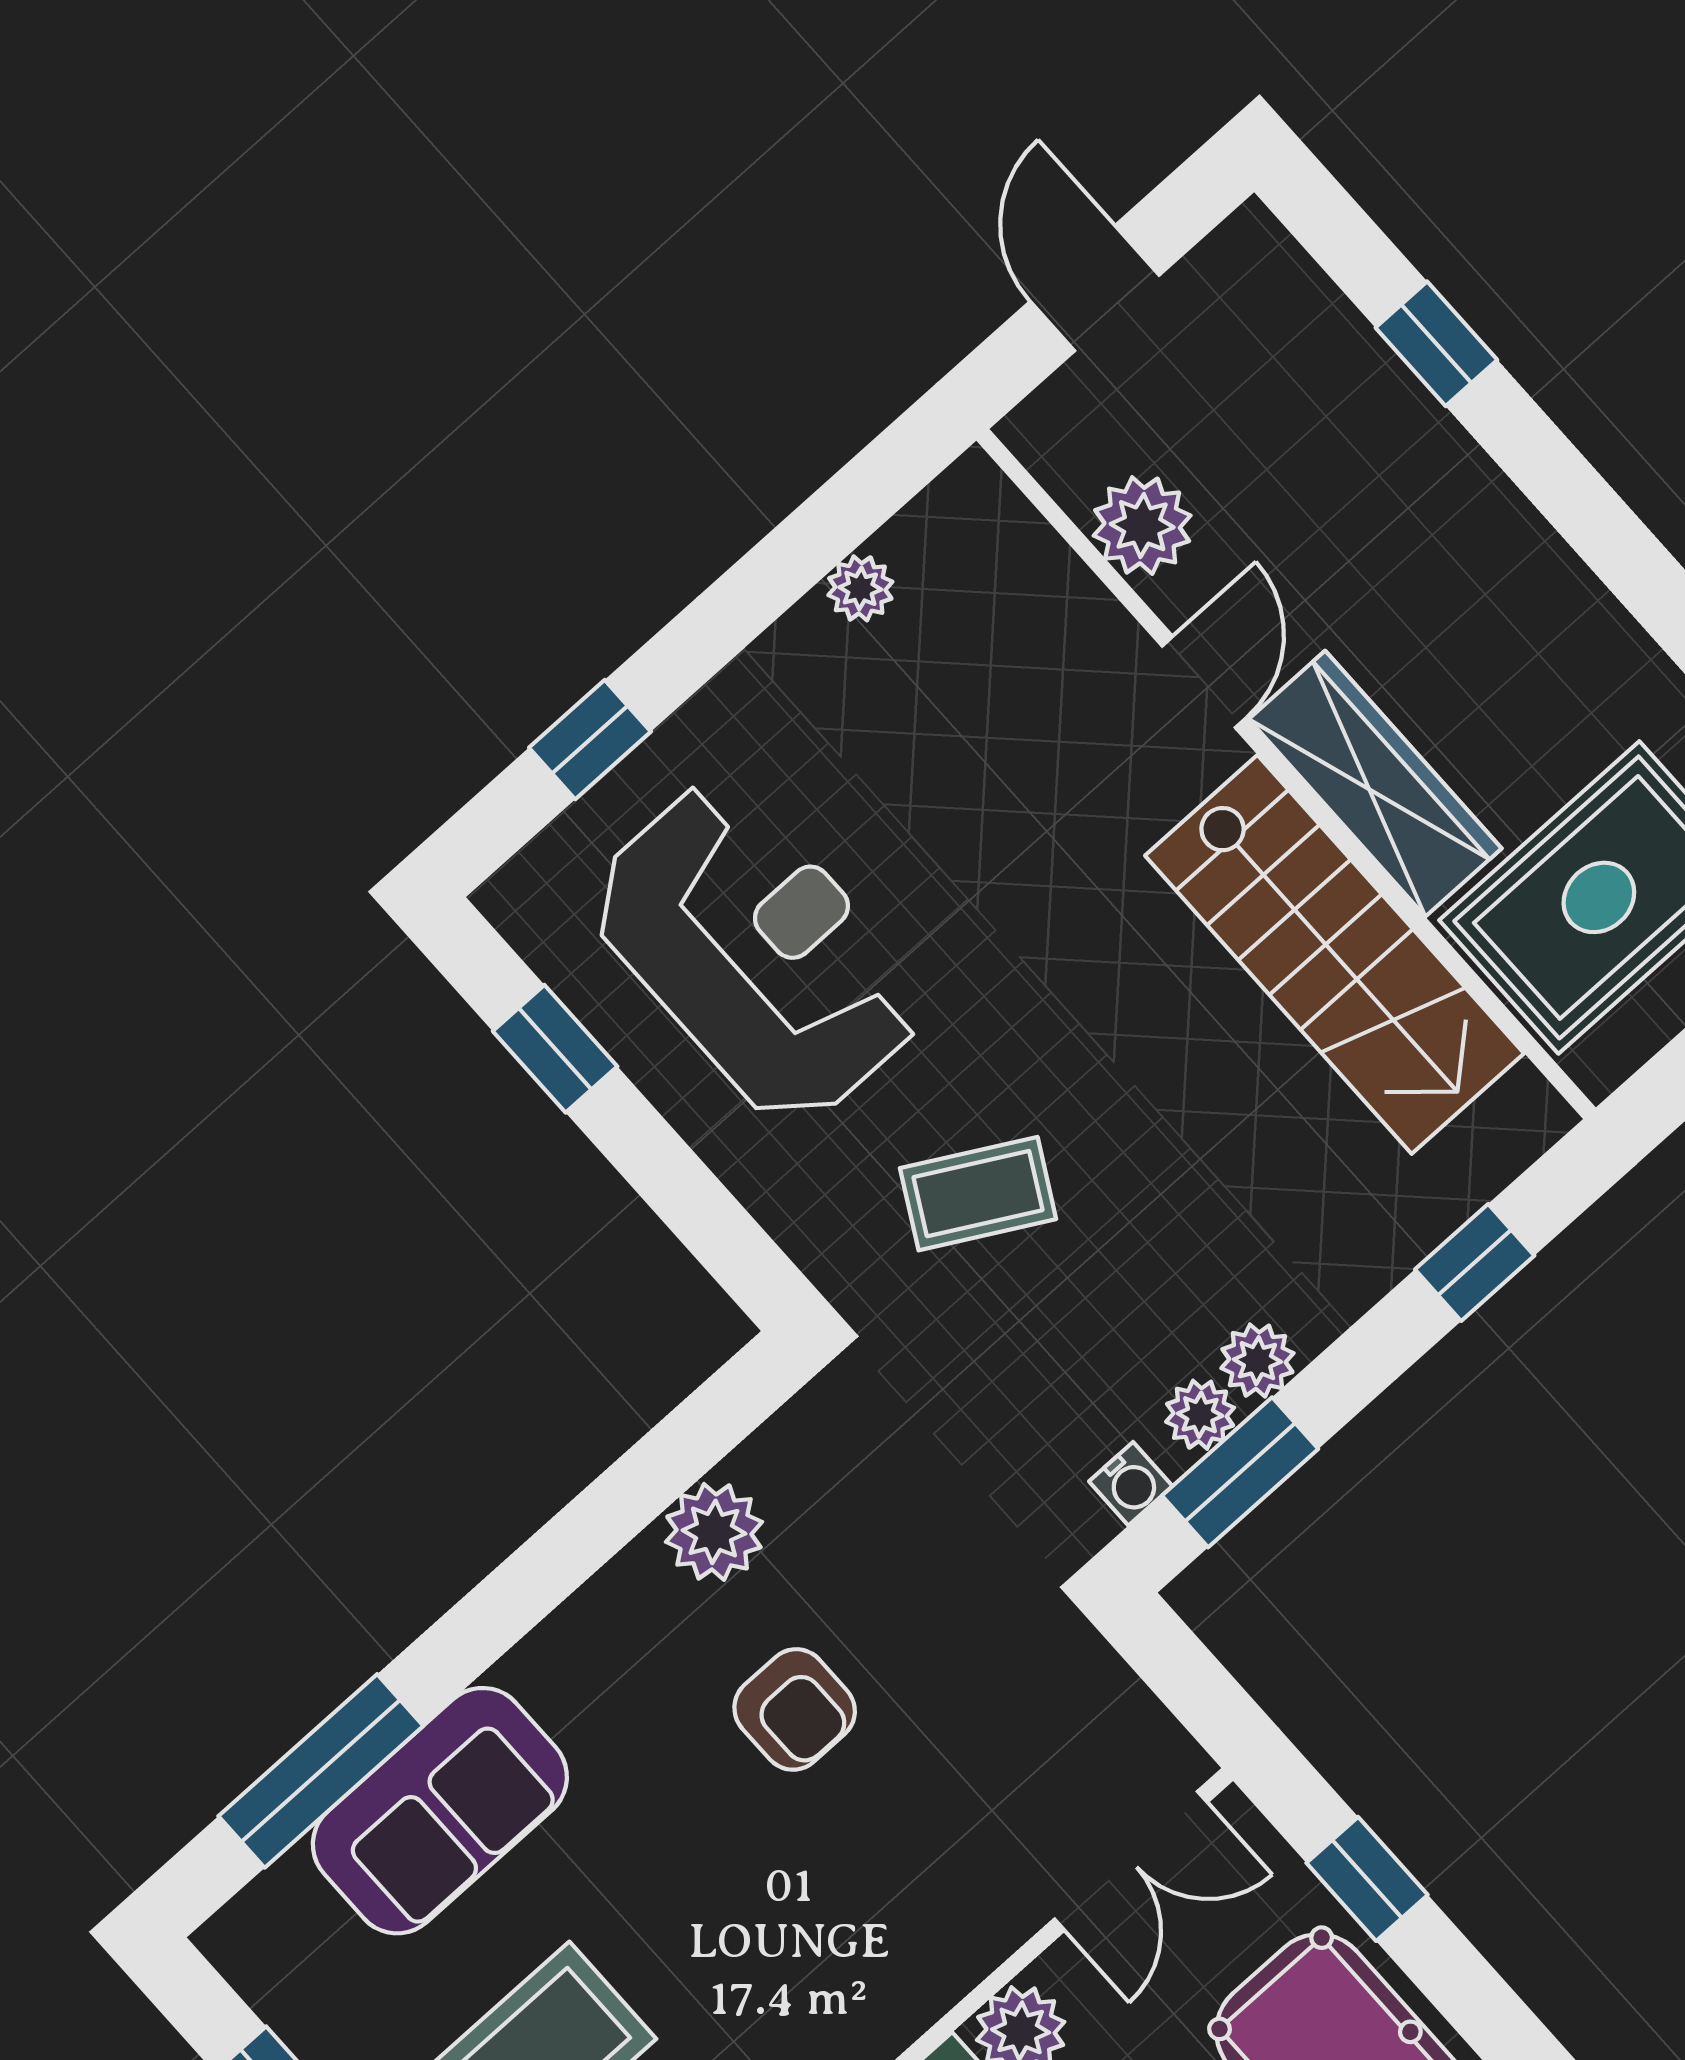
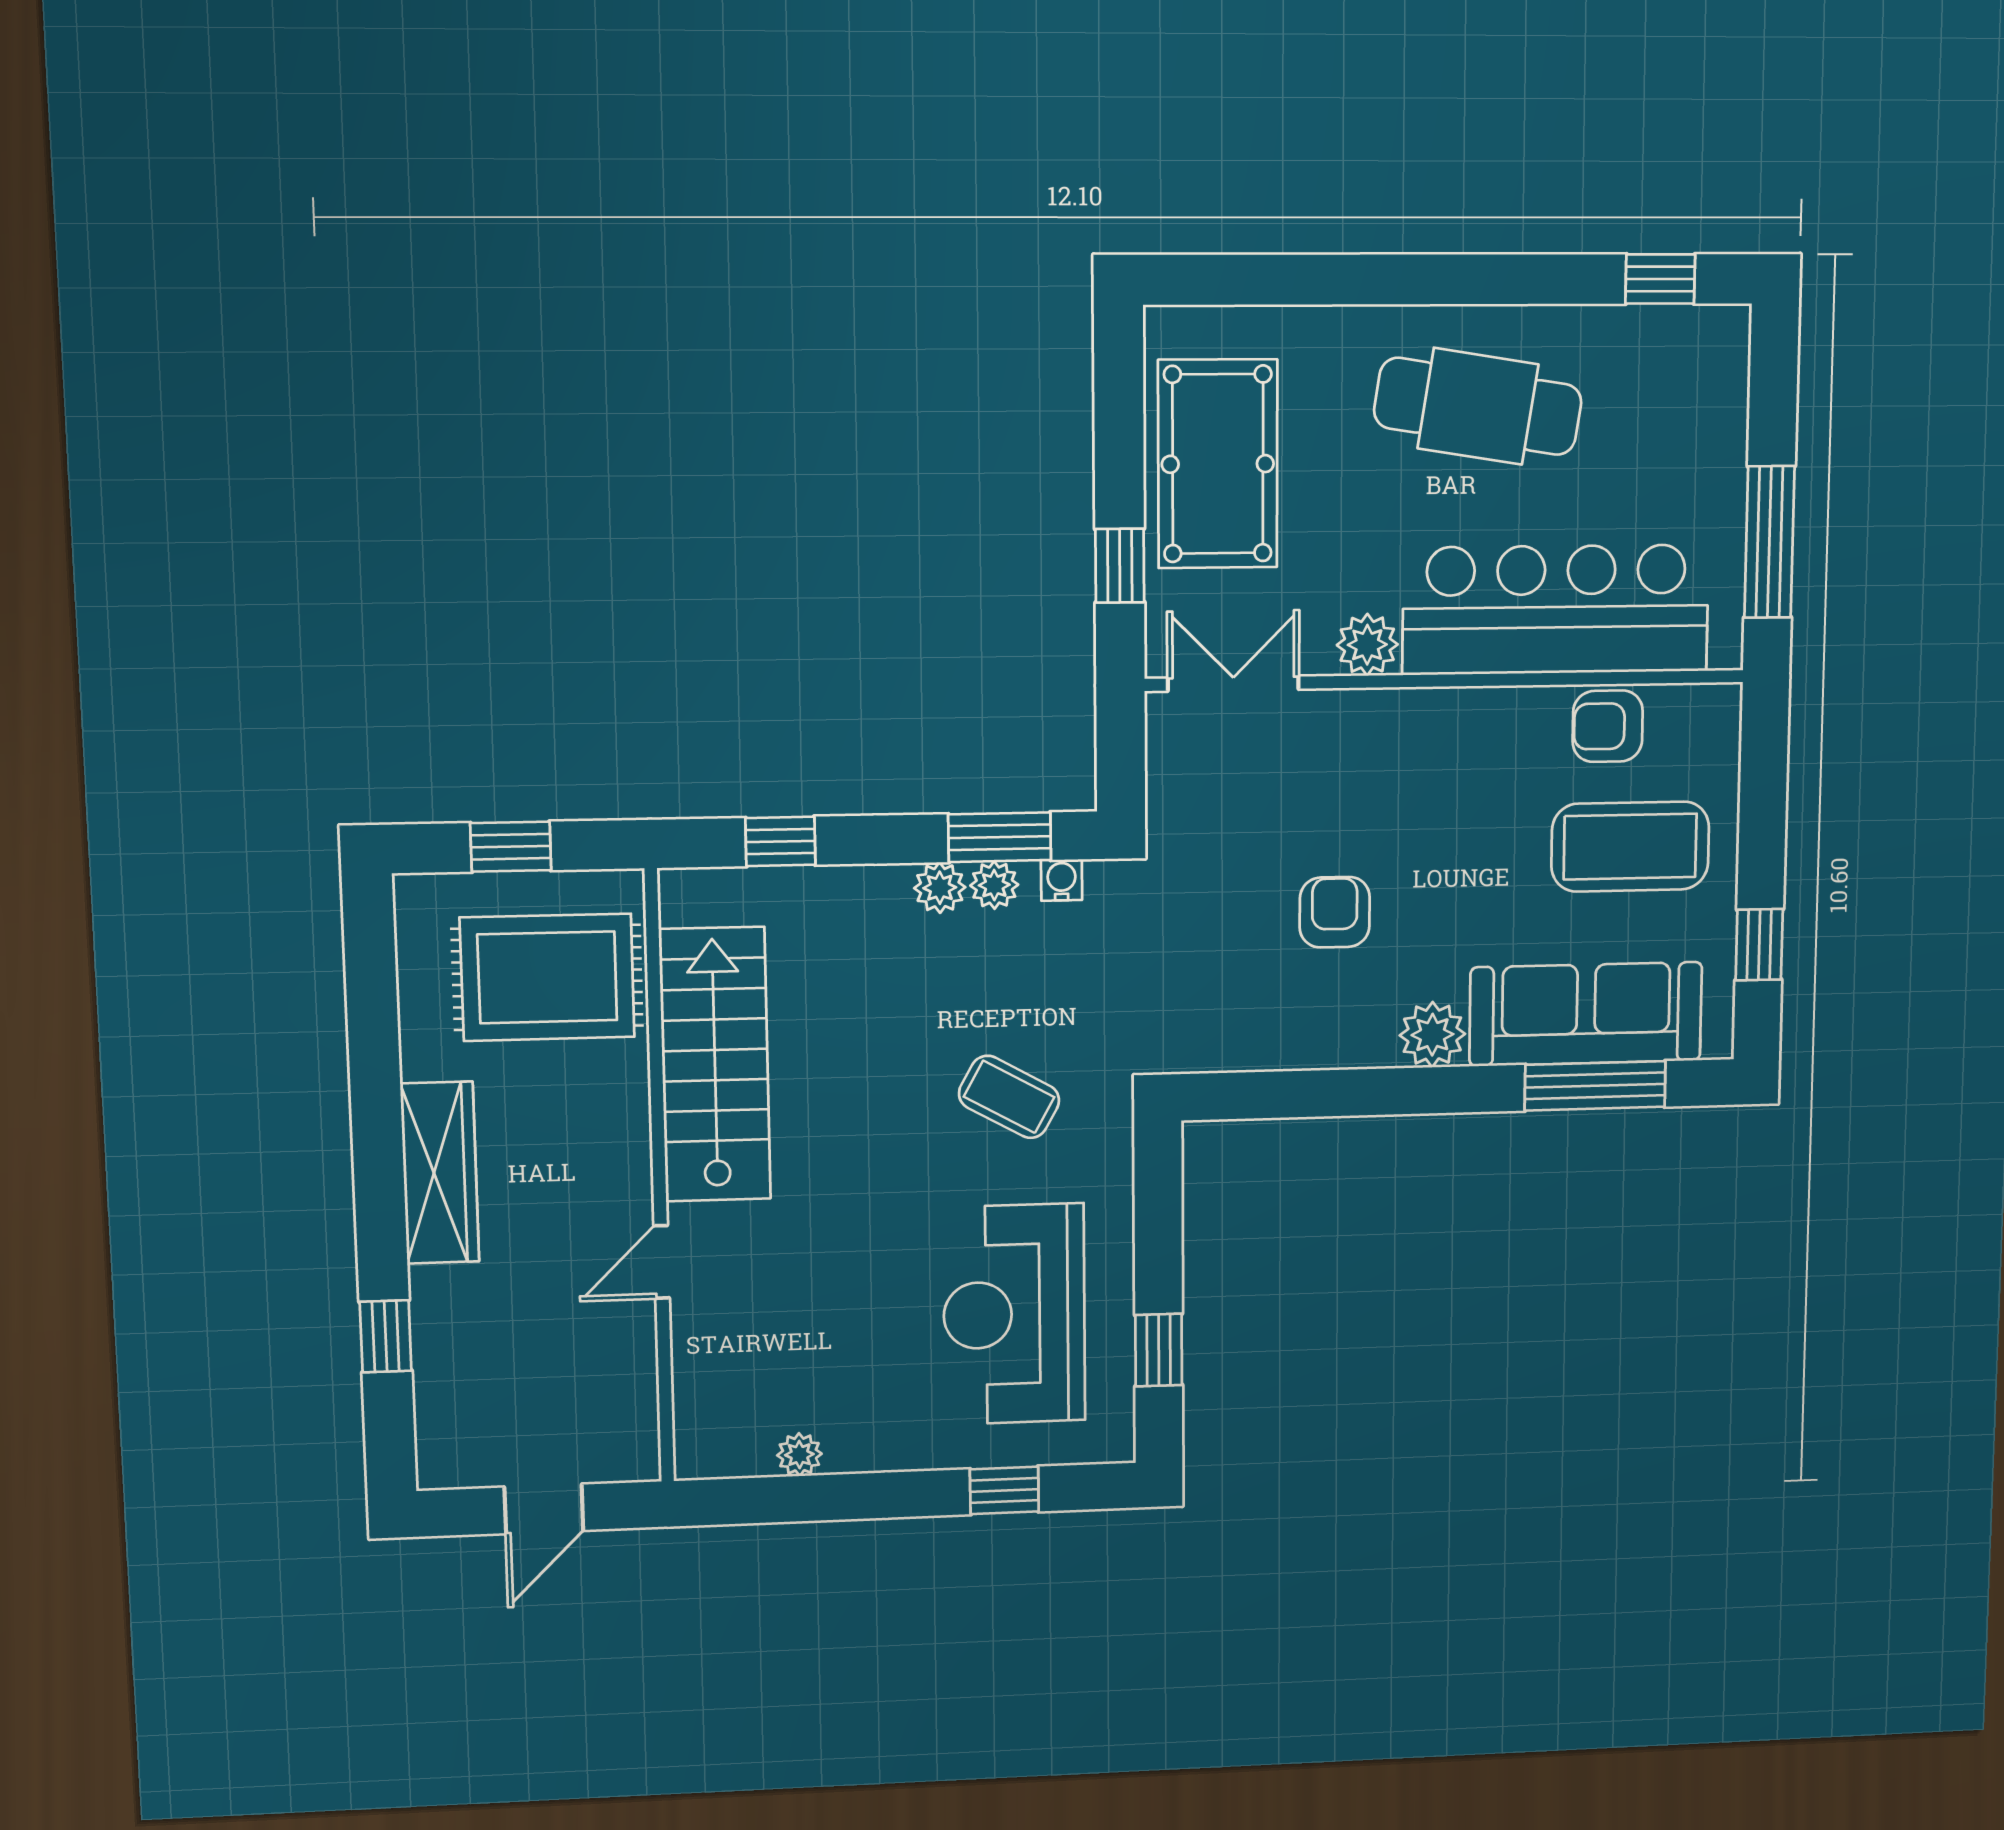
plant: (1142, 526) -> (624, 1368), removed
wardrobe: (1375, 784) -> (440, 1173), moved, turned 180
plant: (714, 1532) -> (1432, 1035), moved
sofa: (440, 1811) -> (1586, 1014), width x1.36

